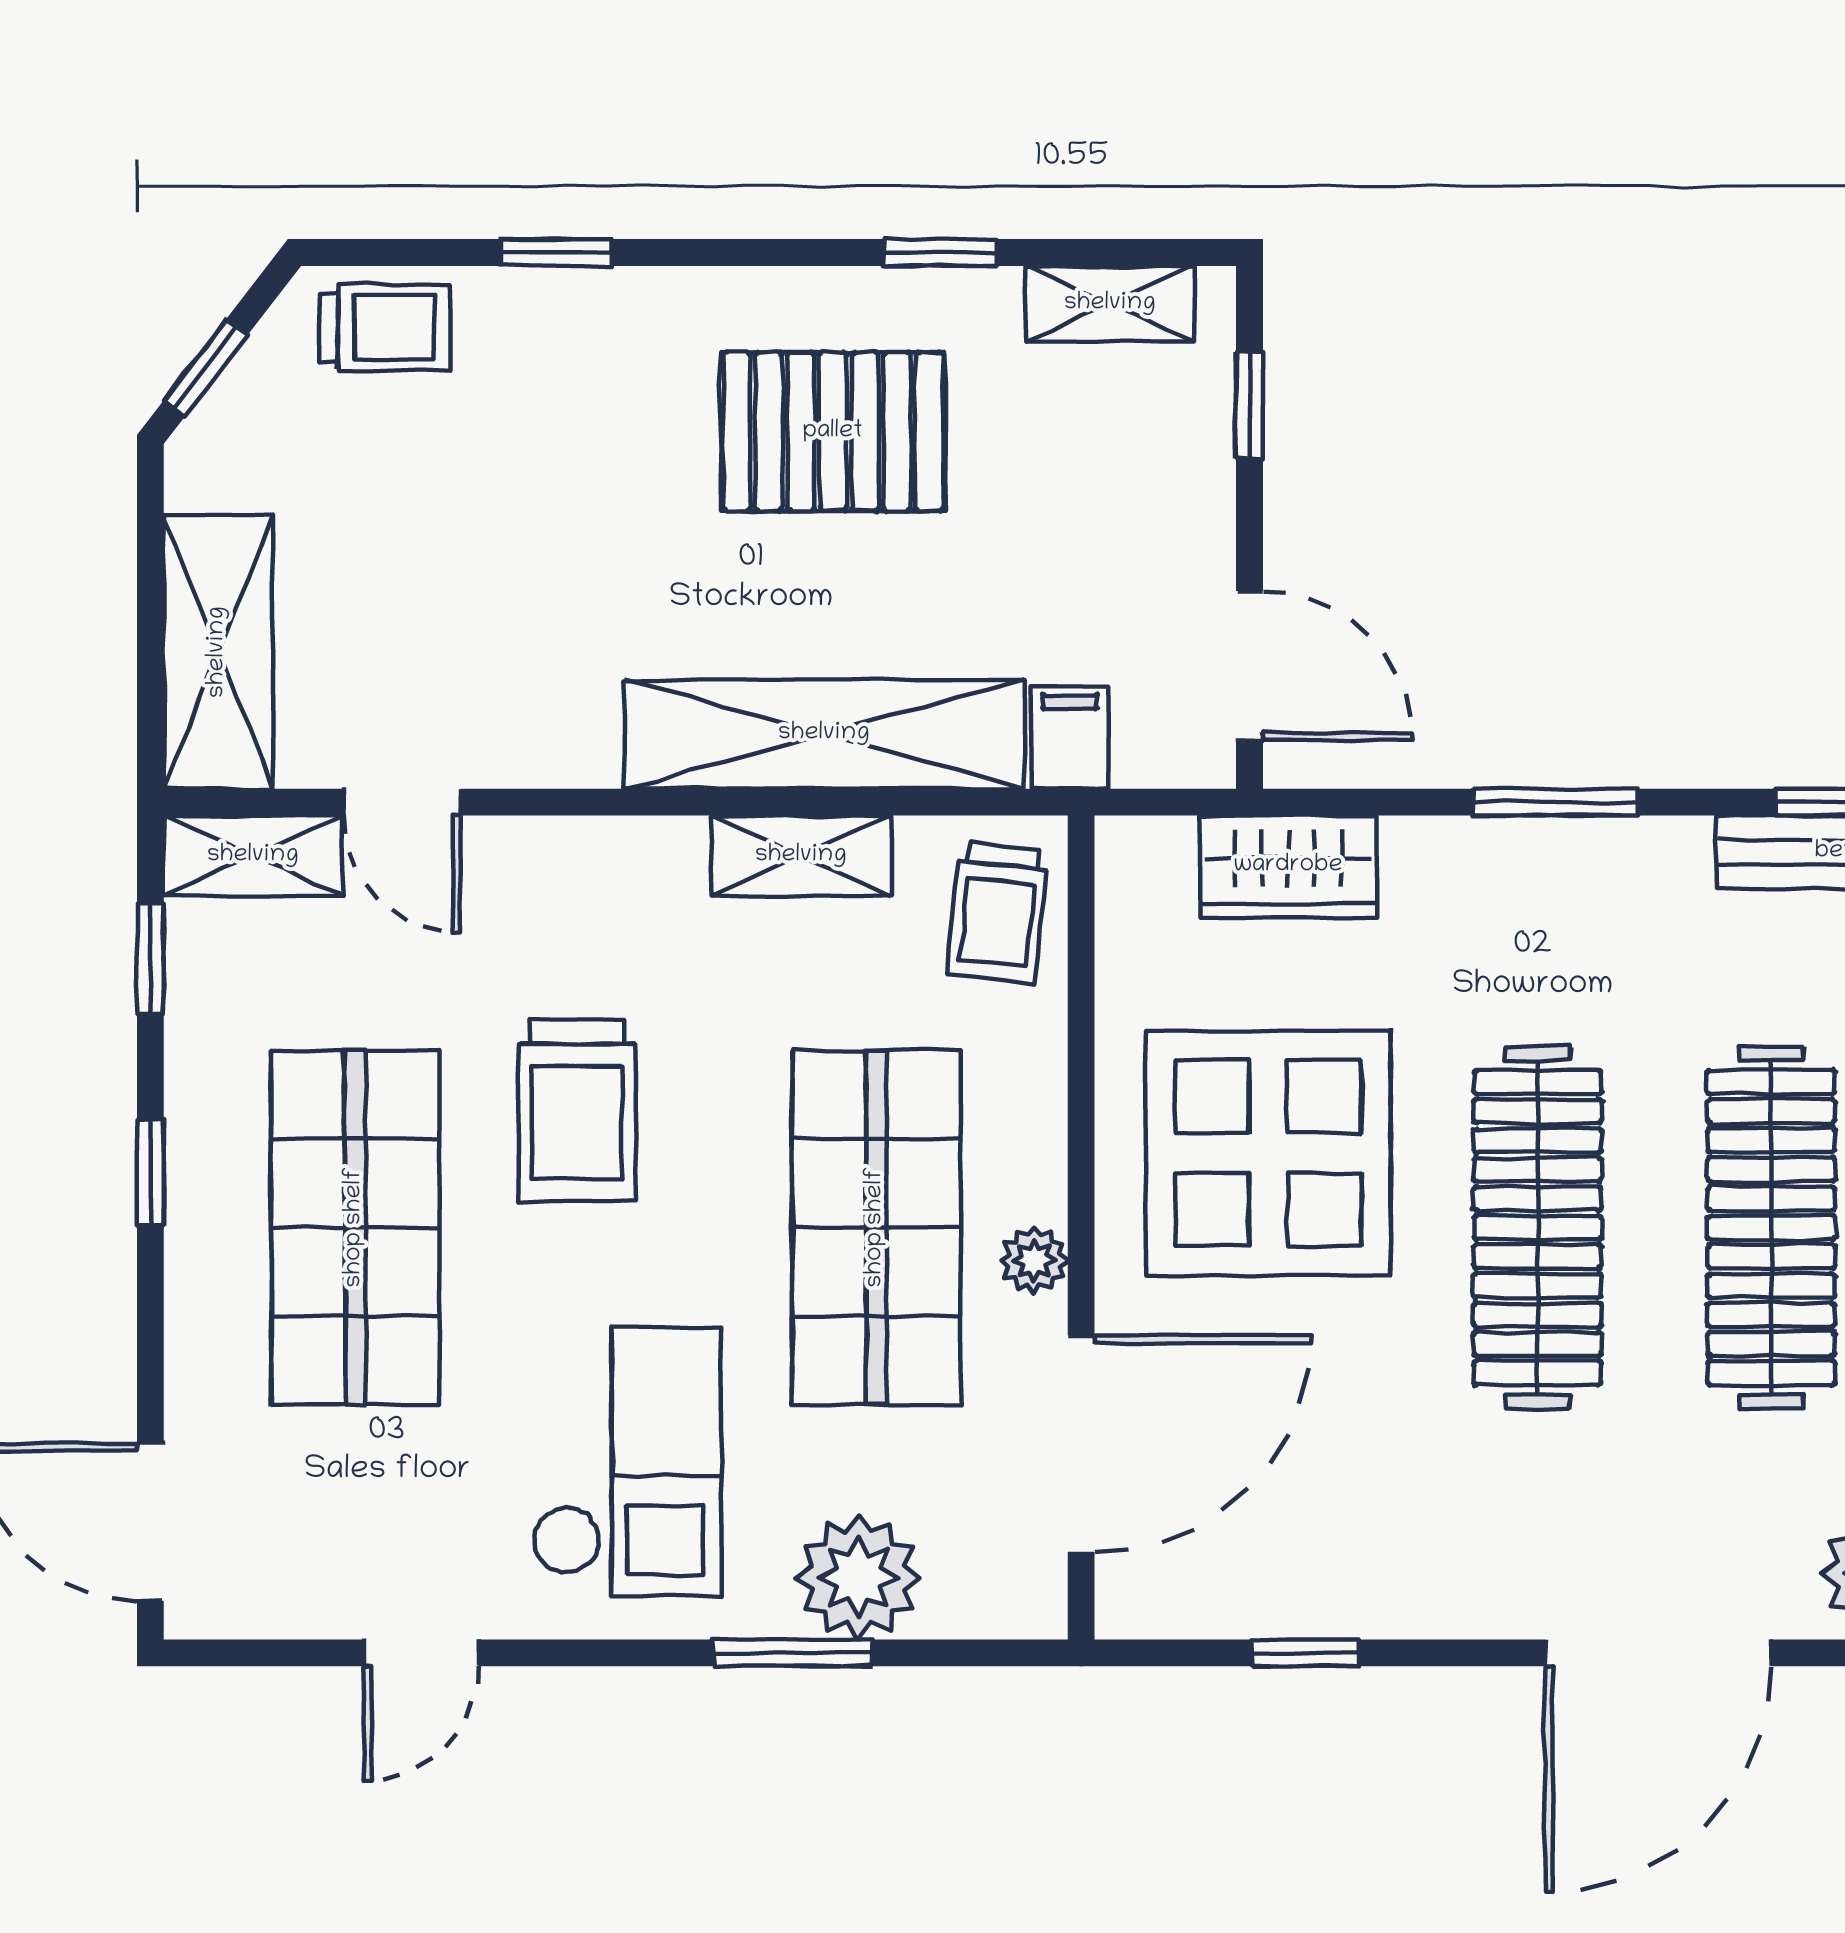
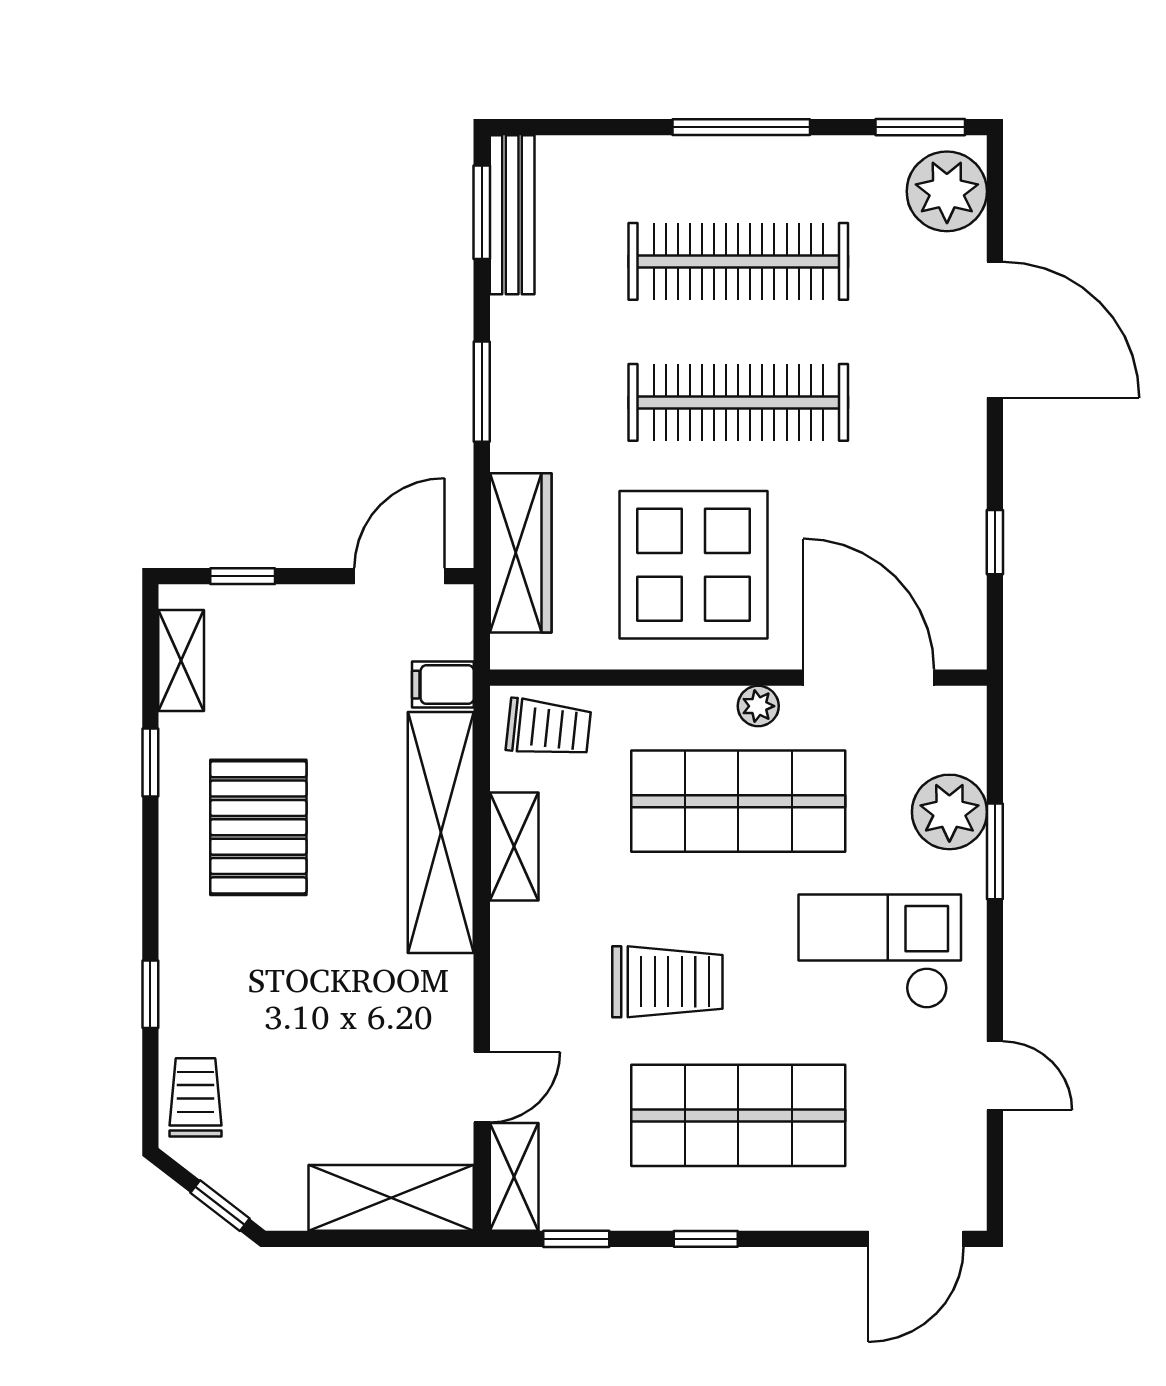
wardrobe: (1288, 866) -> (521, 553), width x1.50

